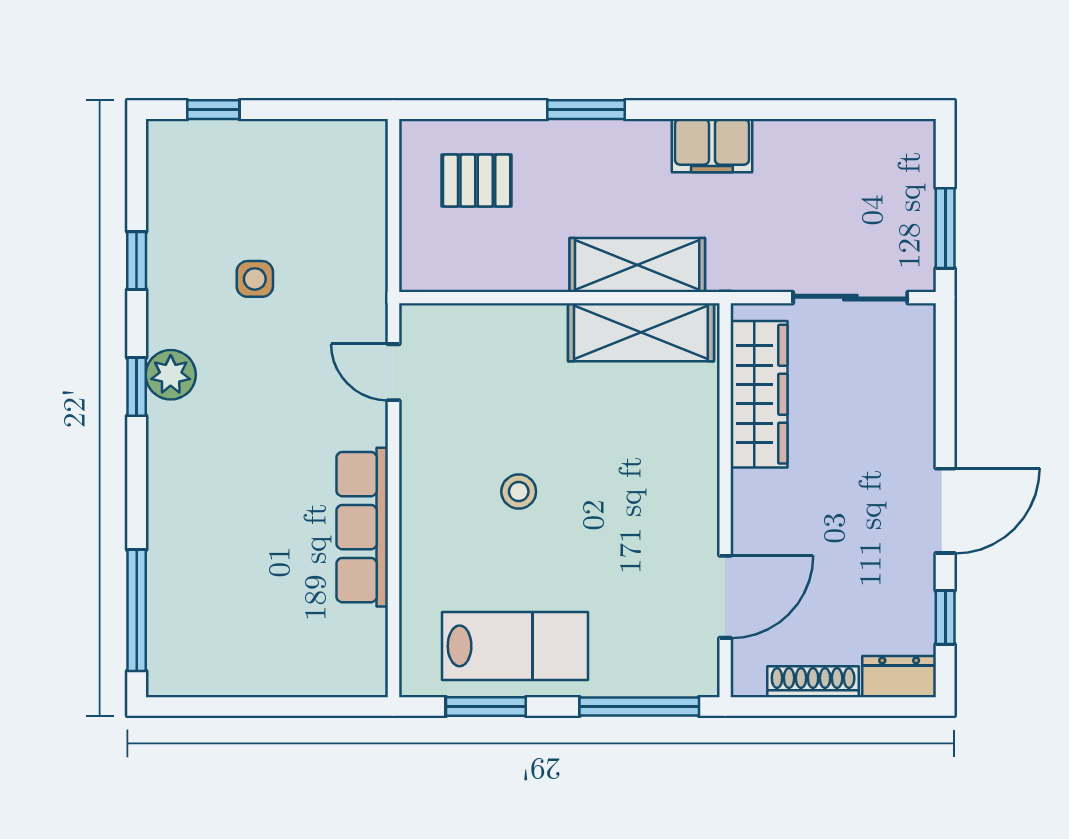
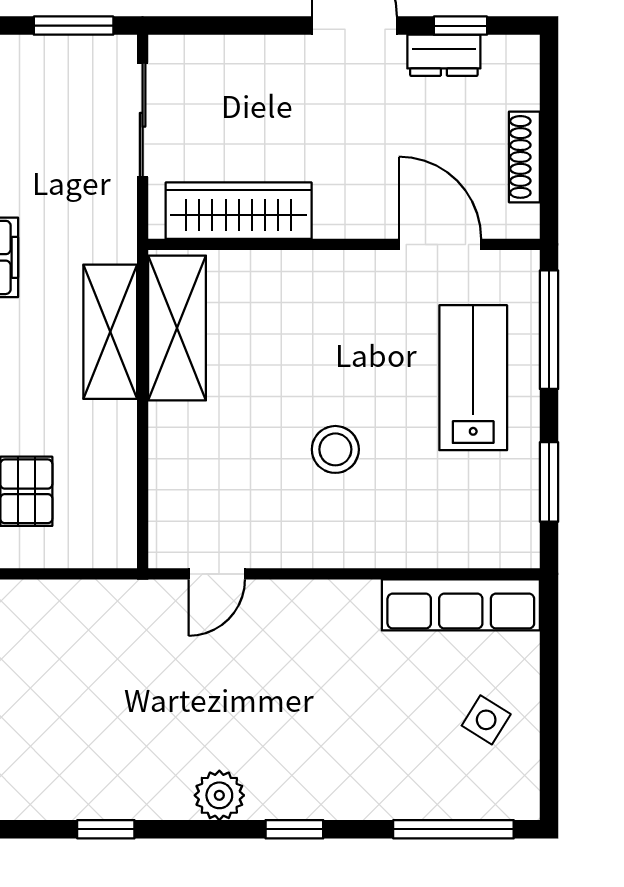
side table: (255, 279) -> (486, 720), moved, turned 32
window: (137, 387) -> (294, 829), moved
stool: (519, 492) -> (335, 449), width x1.37, depth x1.37
row of seats: (362, 527) -> (461, 605), moved
lab bench: (515, 646) -> (473, 378), moved
dresser: (899, 677) -> (444, 55), moved, turned -90

